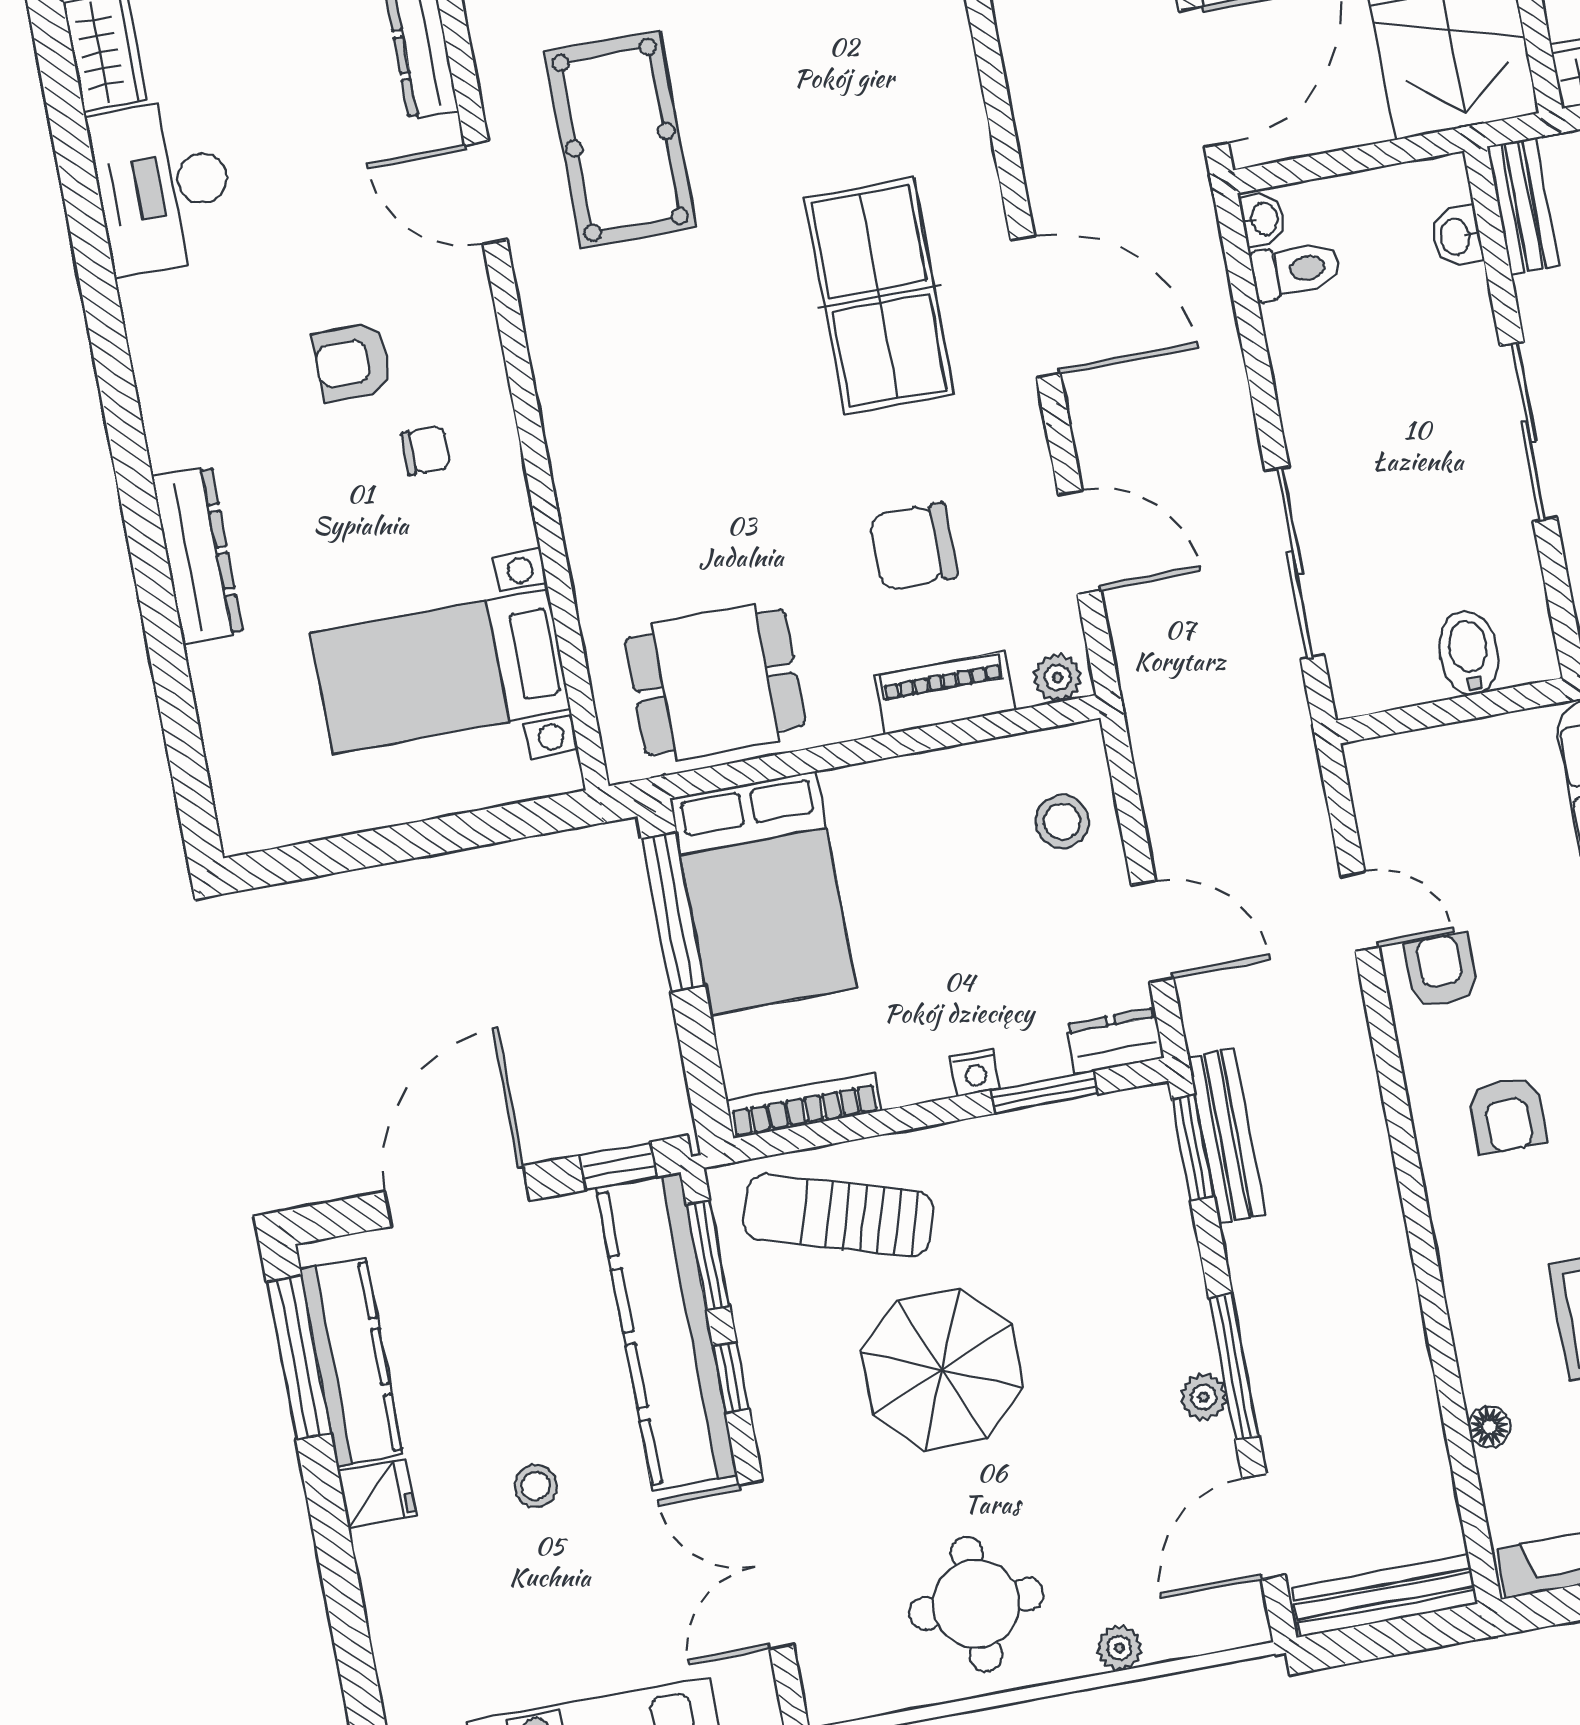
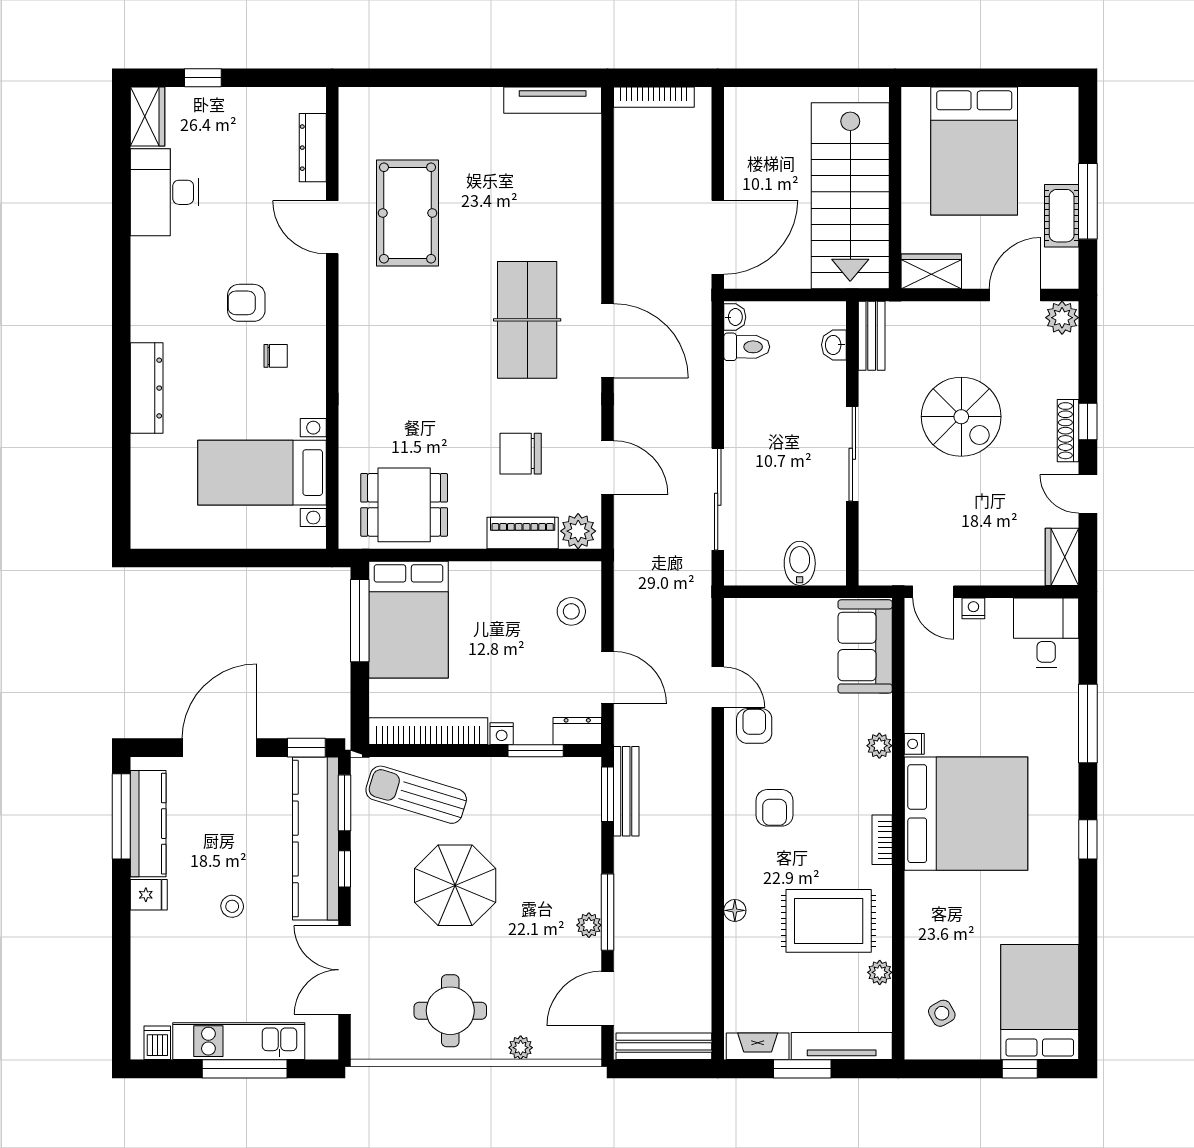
plant: (1058, 678) -> (578, 531), width x1.38, depth x1.38
bookcase: (804, 1106) -> (428, 731), width x1.48, depth x1.31
floor lamp: (1489, 1427) -> (735, 910), moved

